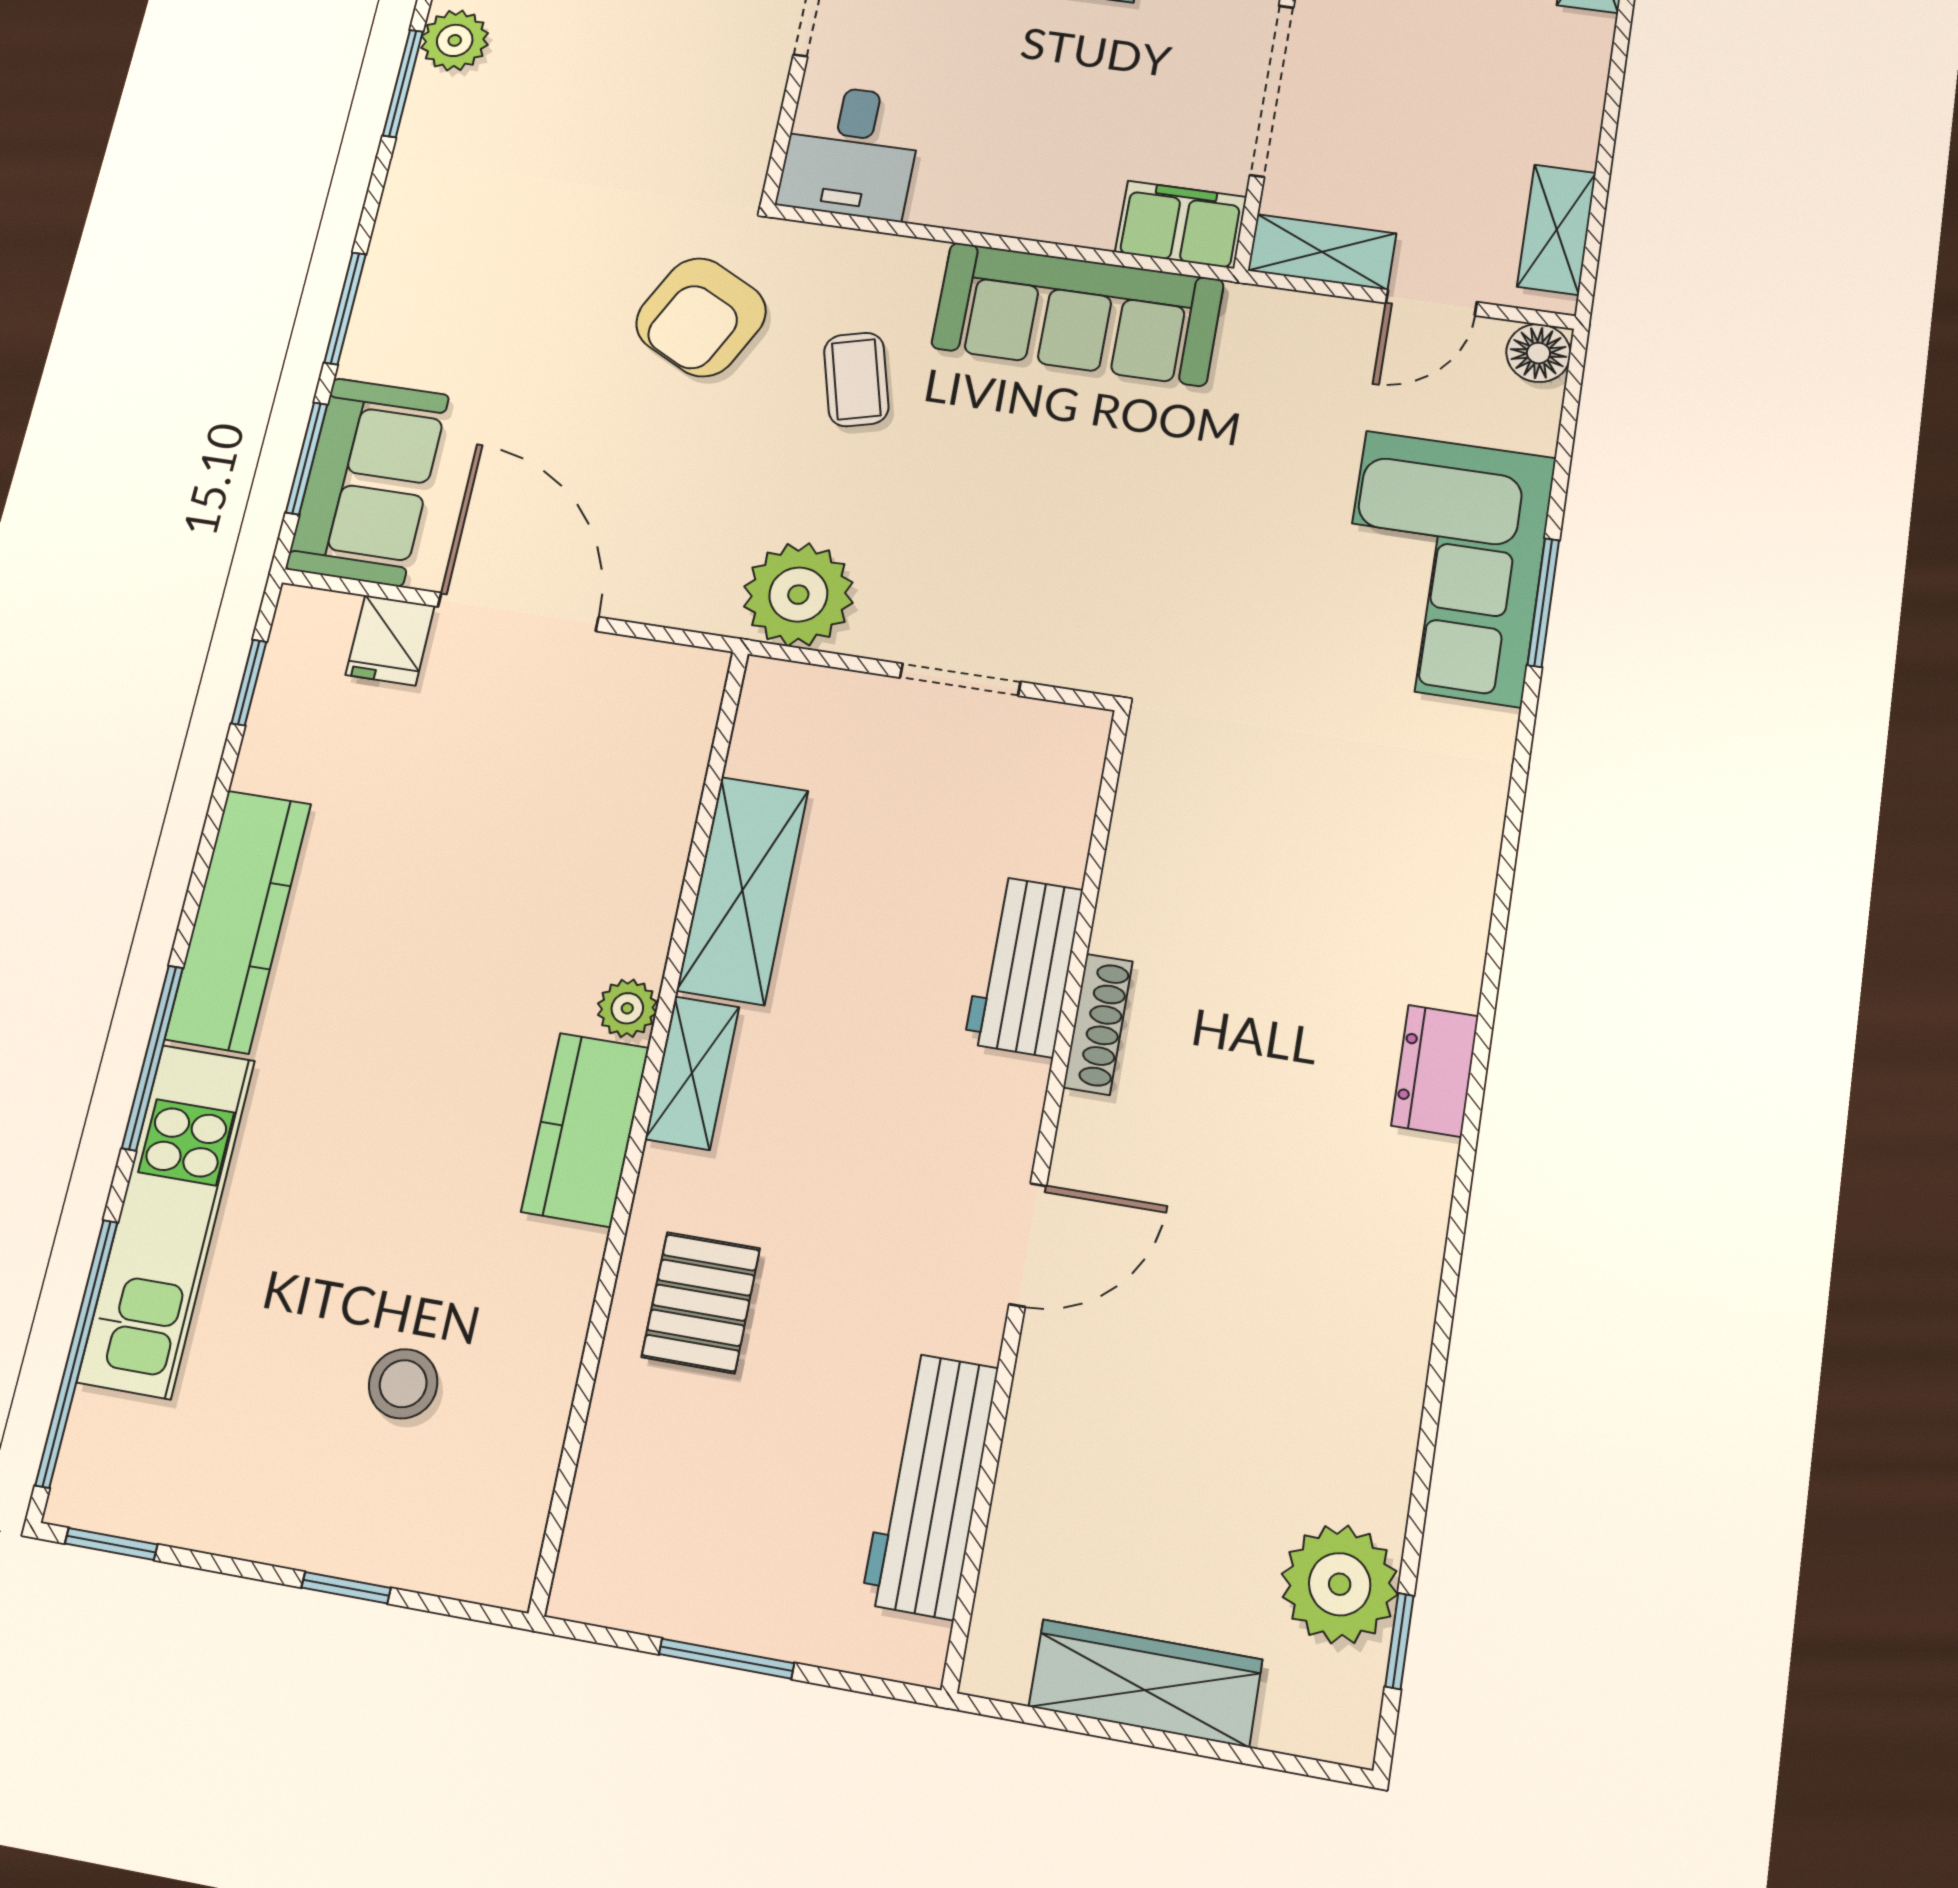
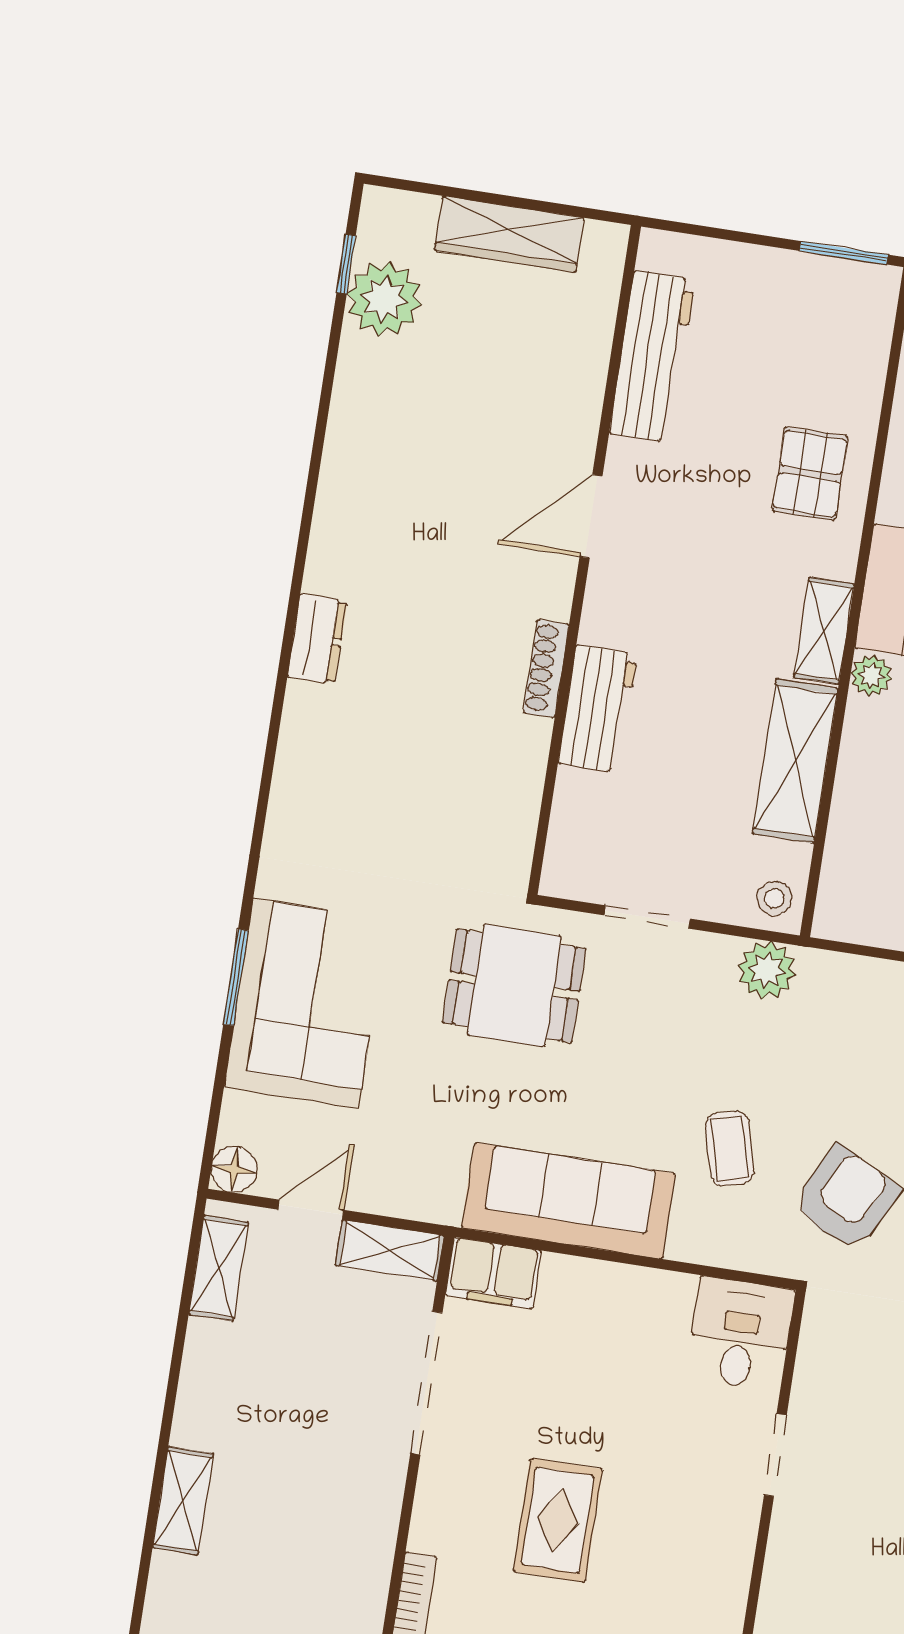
dining table: (1149, 590) -> (514, 986), added
plant: (798, 595) -> (767, 970), width x0.73, depth x0.73
stool: (780, 703) -> (774, 898), added
window: (727, 1659) -> (844, 253), moved

